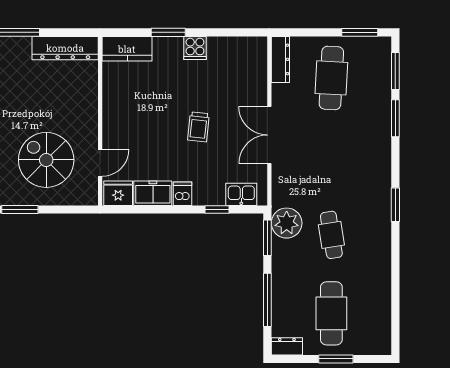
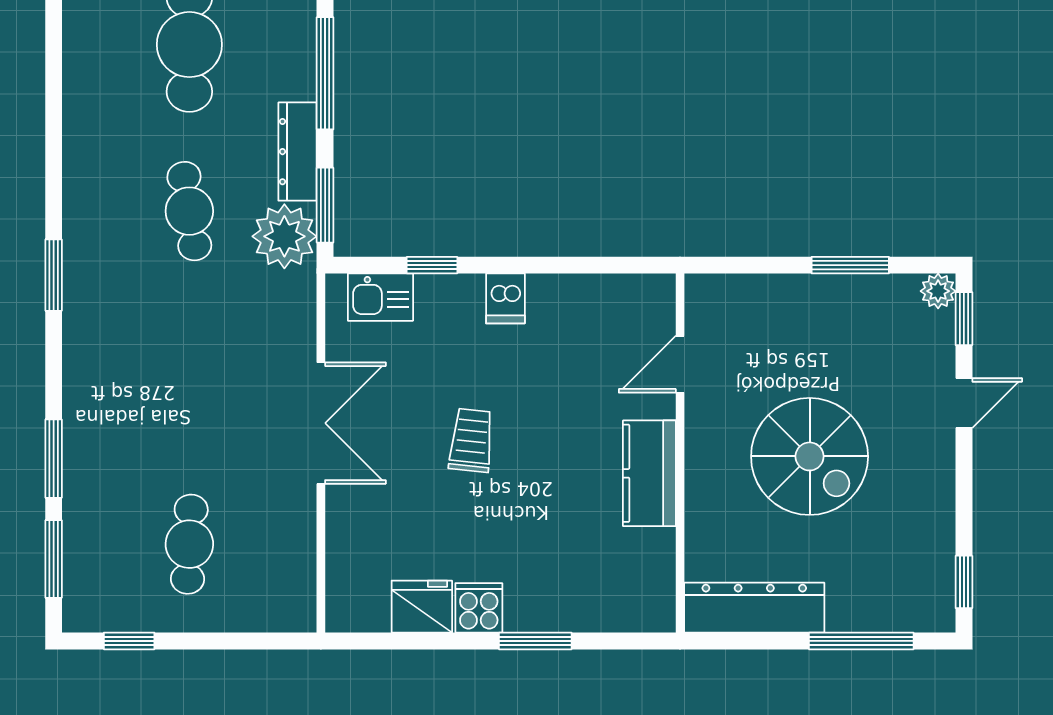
window: (360, 32) -> (129, 641), width x0.67
kitchen counter: (127, 49) -> (649, 473), moved, turned -90
dresser: (280, 59) -> (297, 152), moved
cafe table: (331, 78) -> (189, 544), width x0.73, depth x0.74
spiral stairs: (46, 160) -> (810, 456), moved
fridge: (118, 193) -> (422, 607), moved, turned 180
freezer: (153, 193) -> (568, 300), removed

